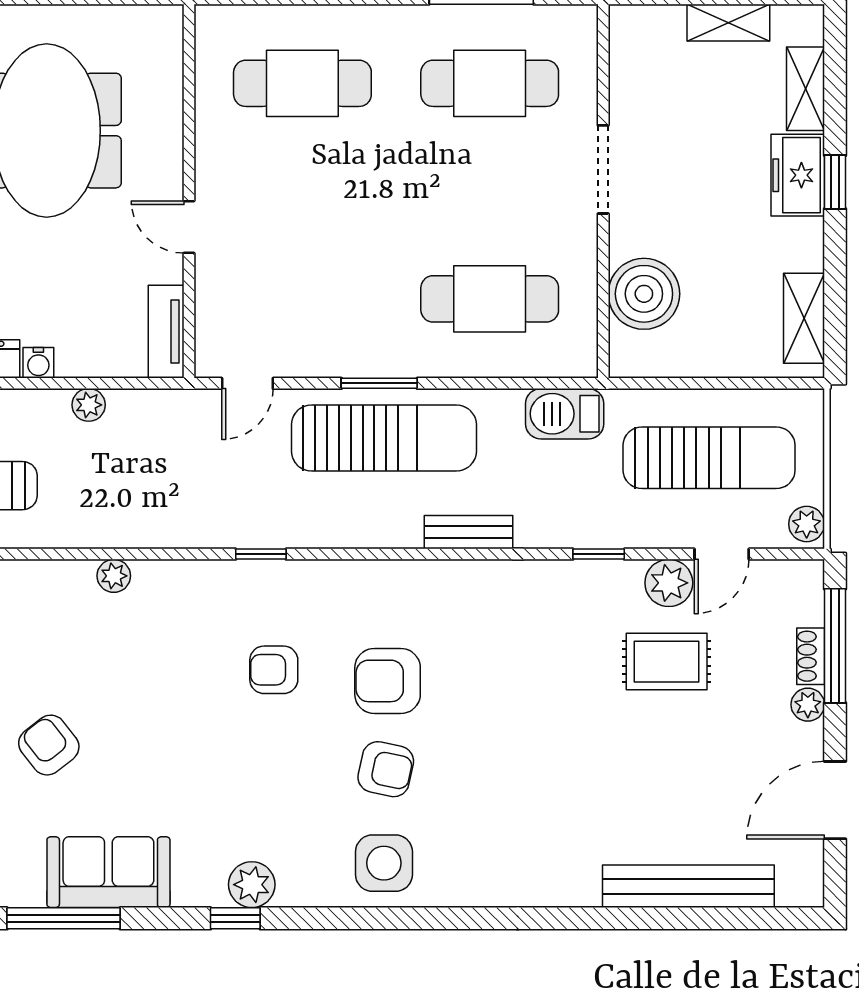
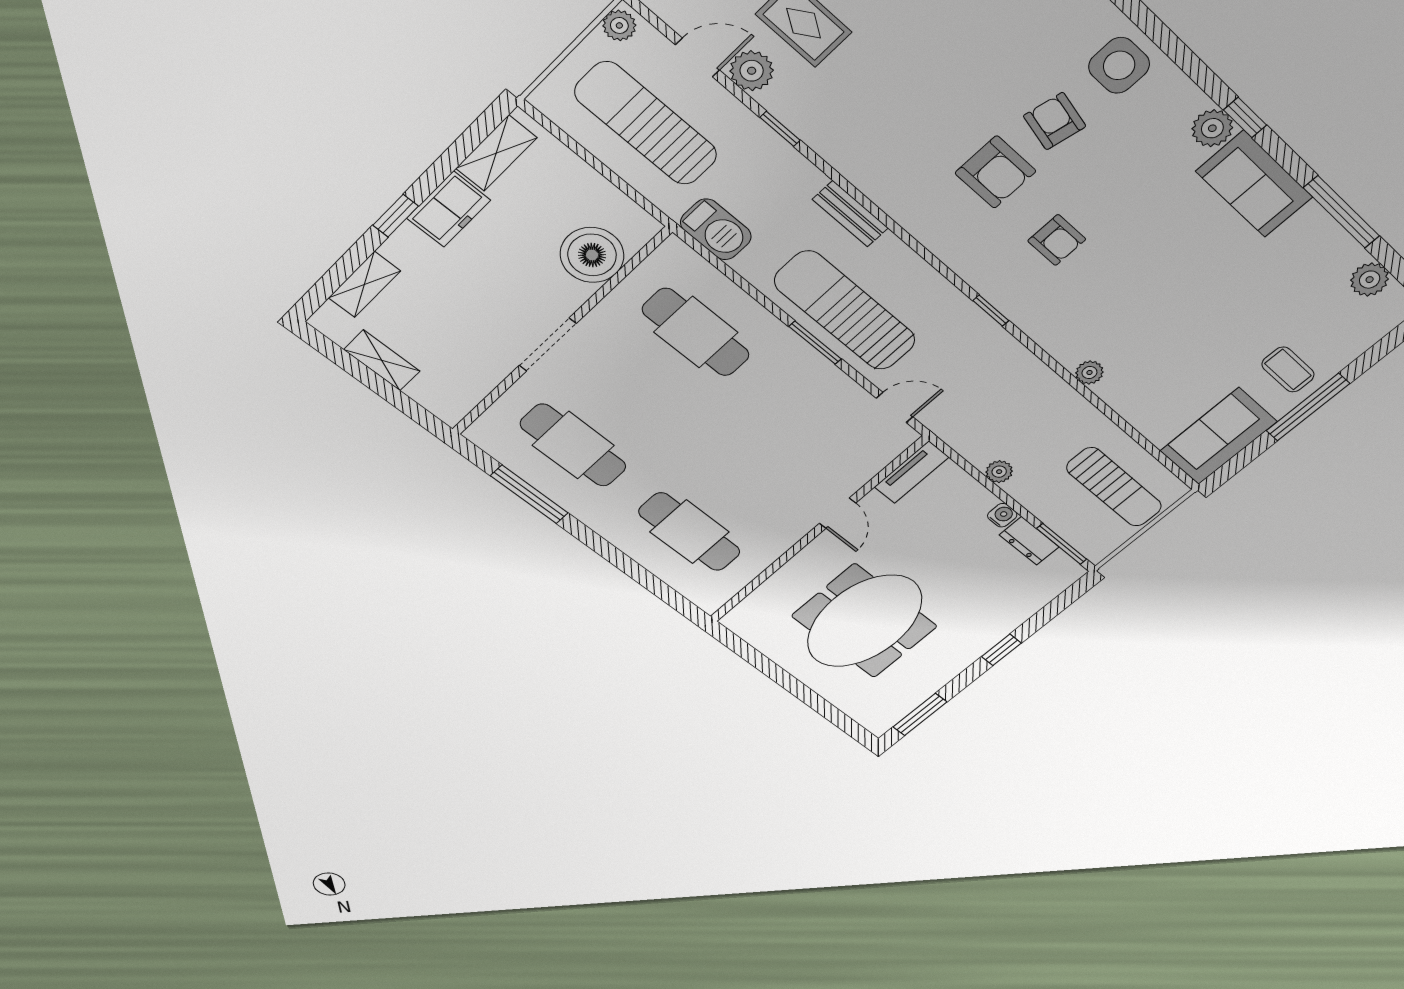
freezer: (798, 175) -> (449, 209), moved
armchair: (49, 745) -> (1234, 315), removed
sofa: (108, 872) -> (1254, 184), moved

